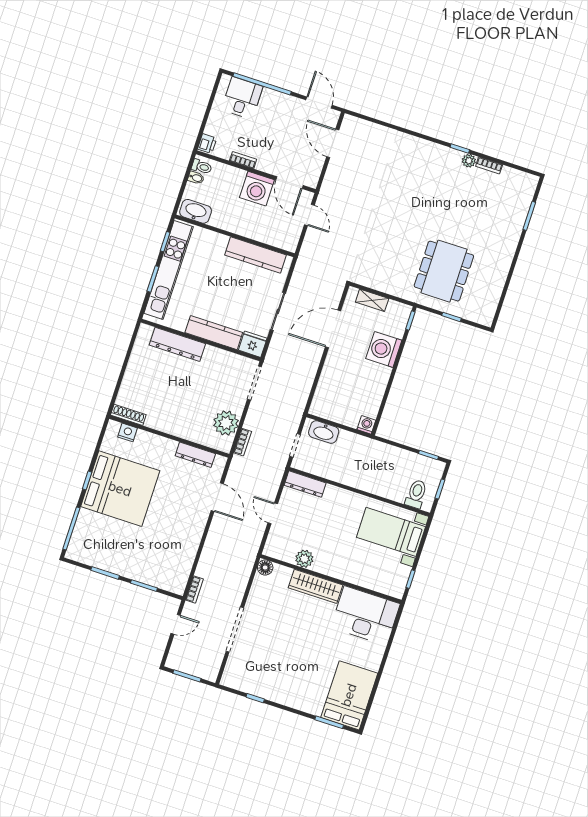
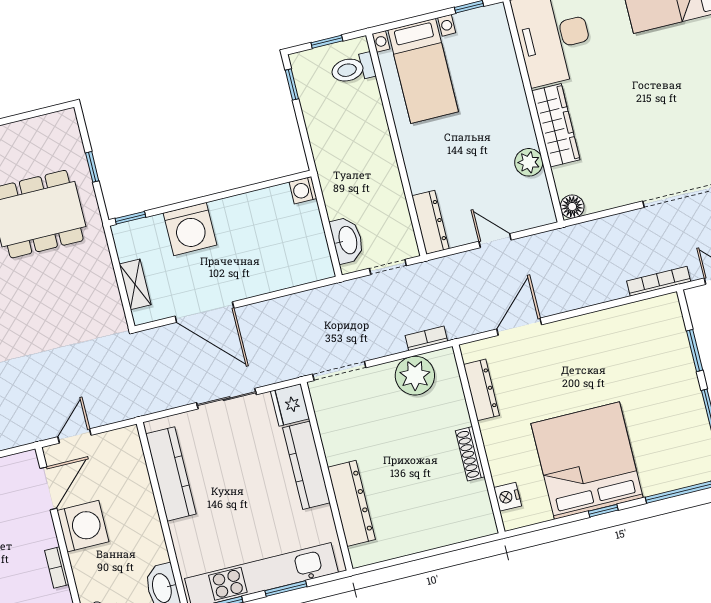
shoe rack: (128, 415) -> (470, 454), moved
door: (273, 513) -> (495, 241), swing flipped
bookcase: (194, 589) -> (659, 281), width x1.56

